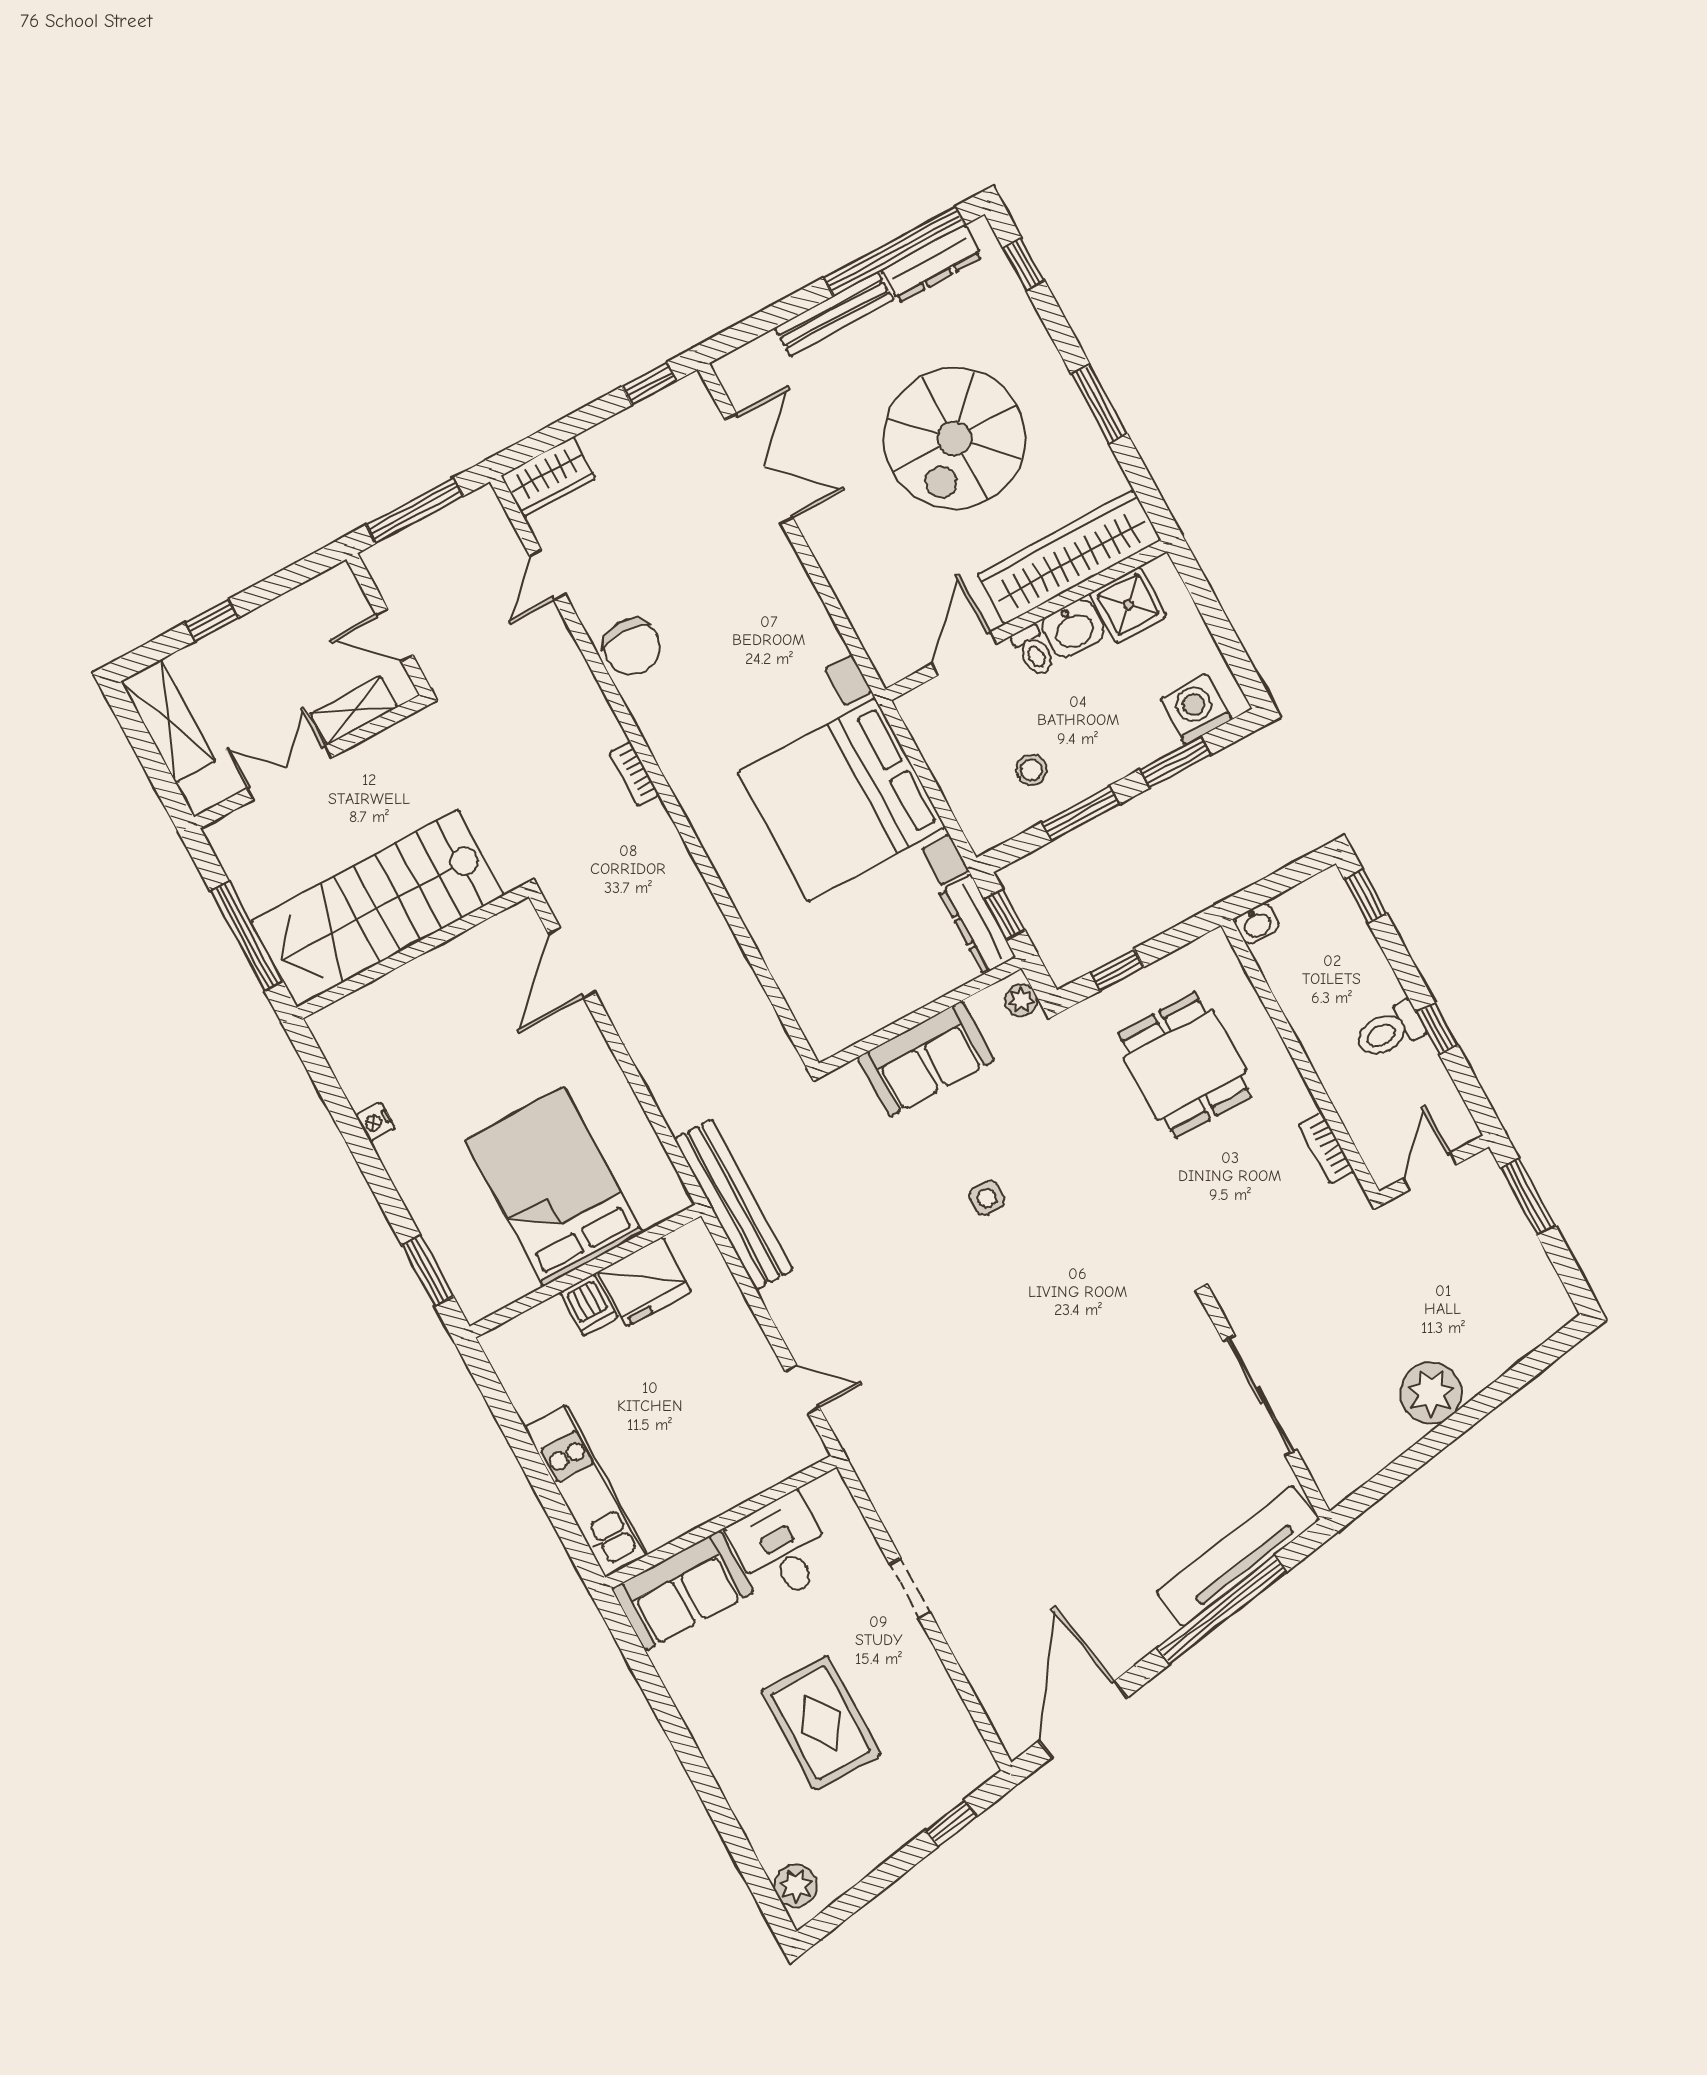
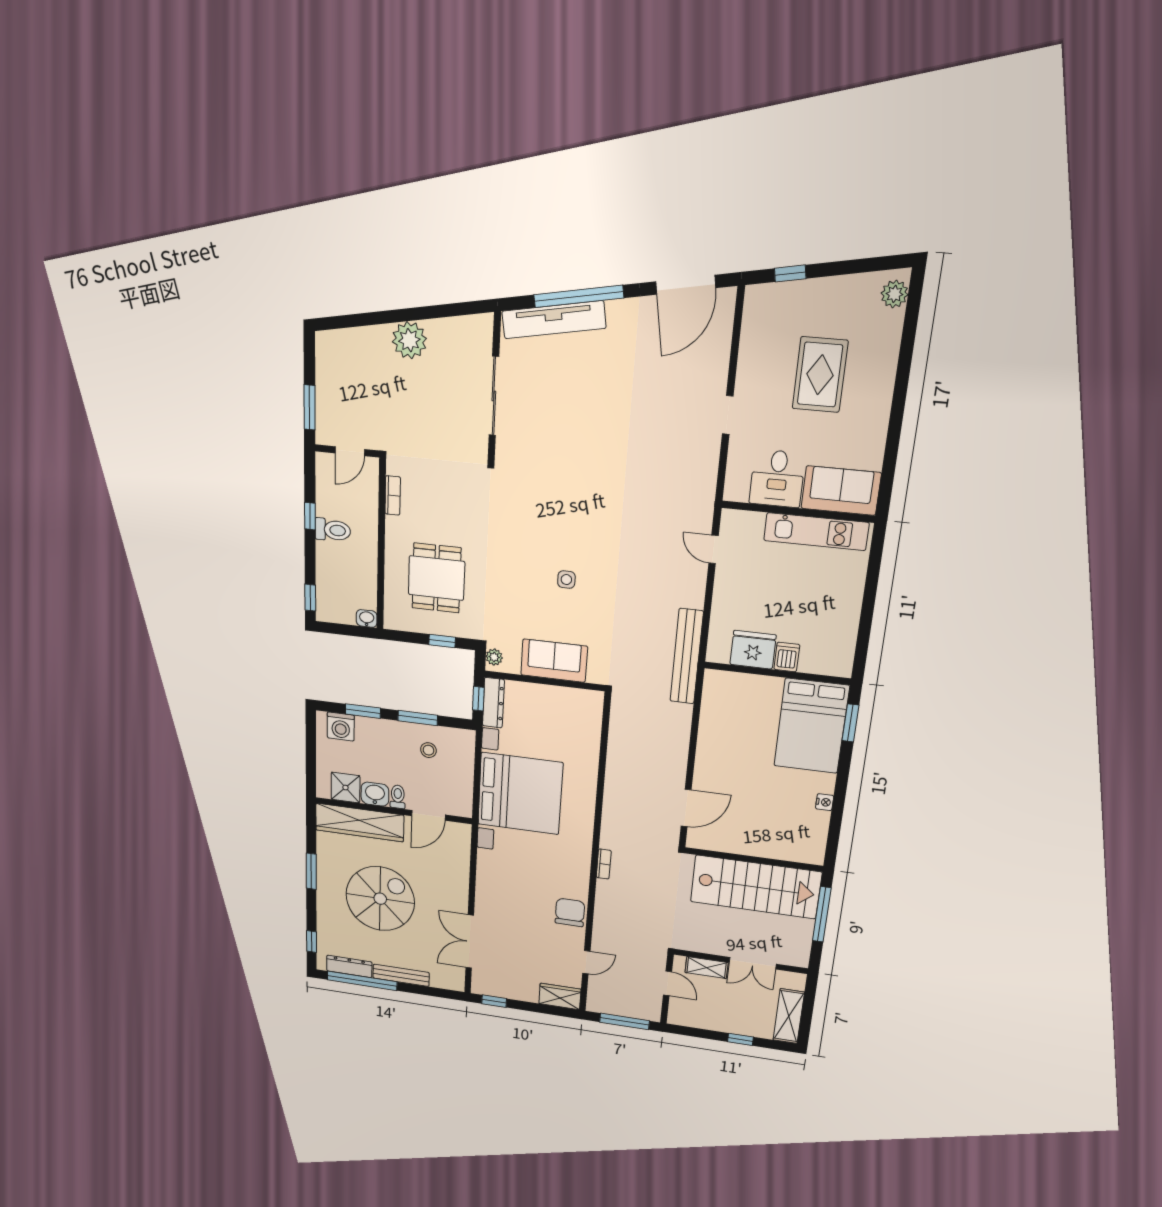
bed: (554, 1186) -> (811, 726), moved
kitchen unit: (586, 1491) -> (816, 532), moved, turned -90

